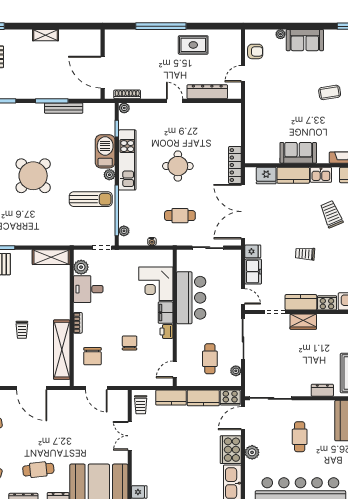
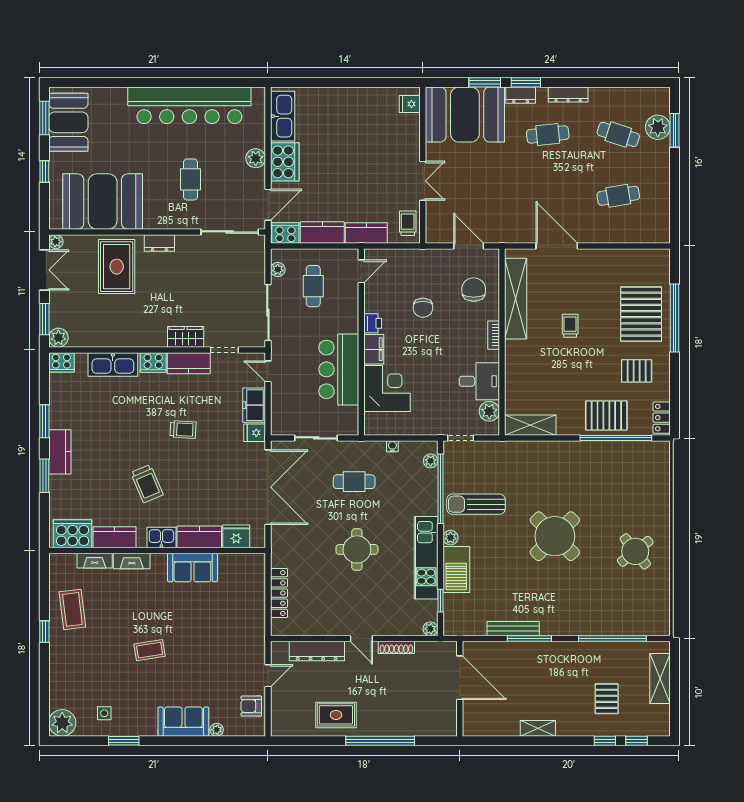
shoe rack: (127, 94) -> (396, 647), moved
locker: (235, 165) -> (279, 593), moved

